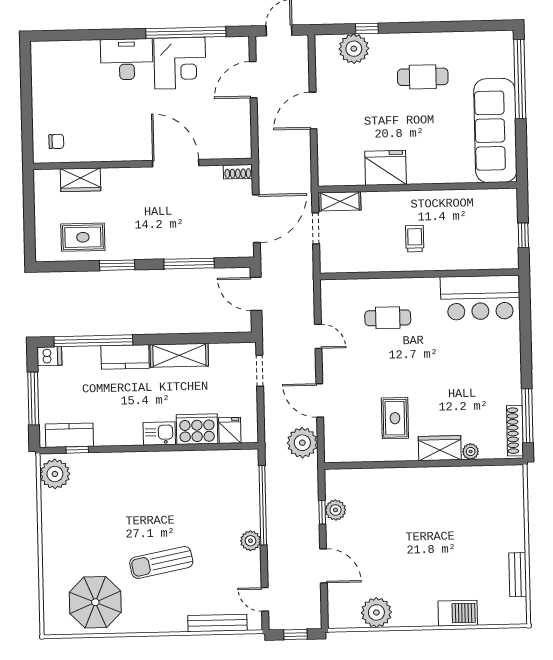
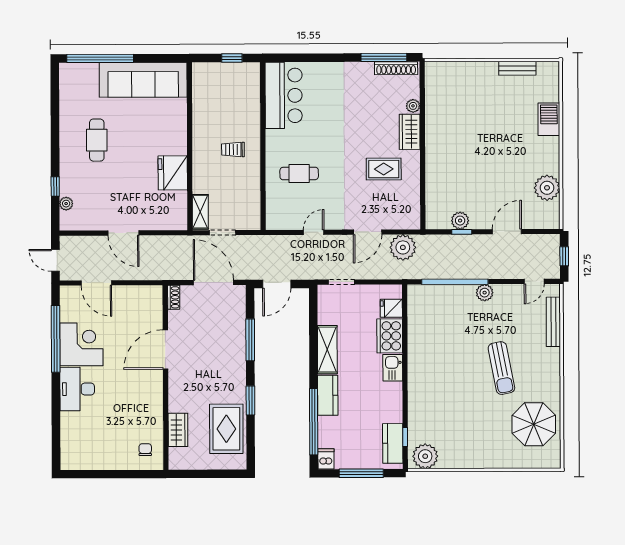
plant: (354, 49) -> (66, 204), width x0.53, depth x0.53
rug: (83, 237) -> (226, 429), width x1.36, depth x1.43
cafe table: (388, 318) -> (299, 173), turned 90

